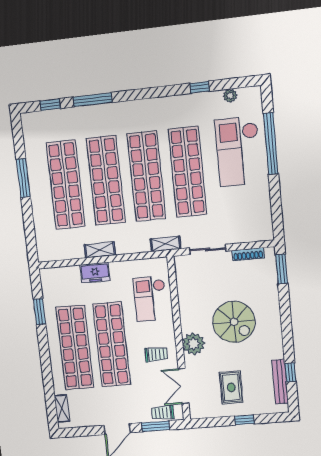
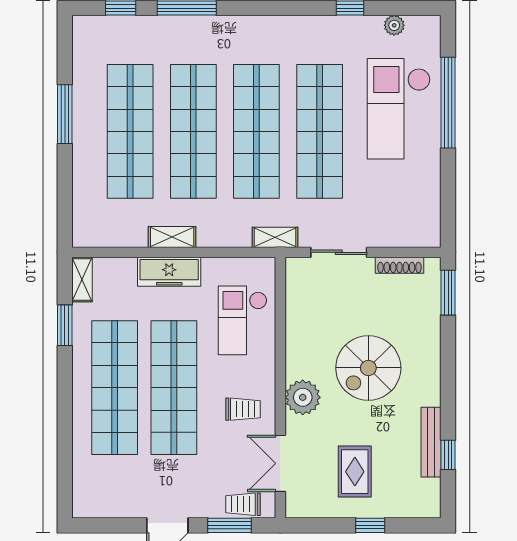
freezer: (95, 273) -> (169, 272), width x1.40
spiral stairs: (234, 322) -> (368, 368), turned 90
bench: (280, 382) -> (431, 442), moved
shelving: (62, 408) -> (82, 280), moved

